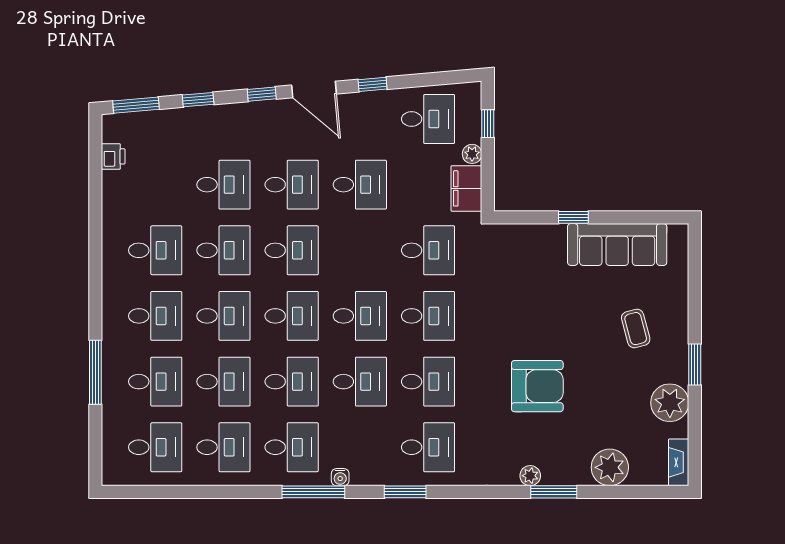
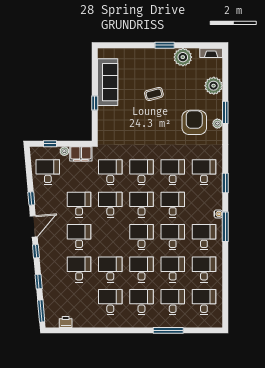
desk: (292, 250) -> (110, 205), moved
coffee table: (636, 329) -> (154, 94), moved
armchair: (537, 386) -> (194, 122), moved

